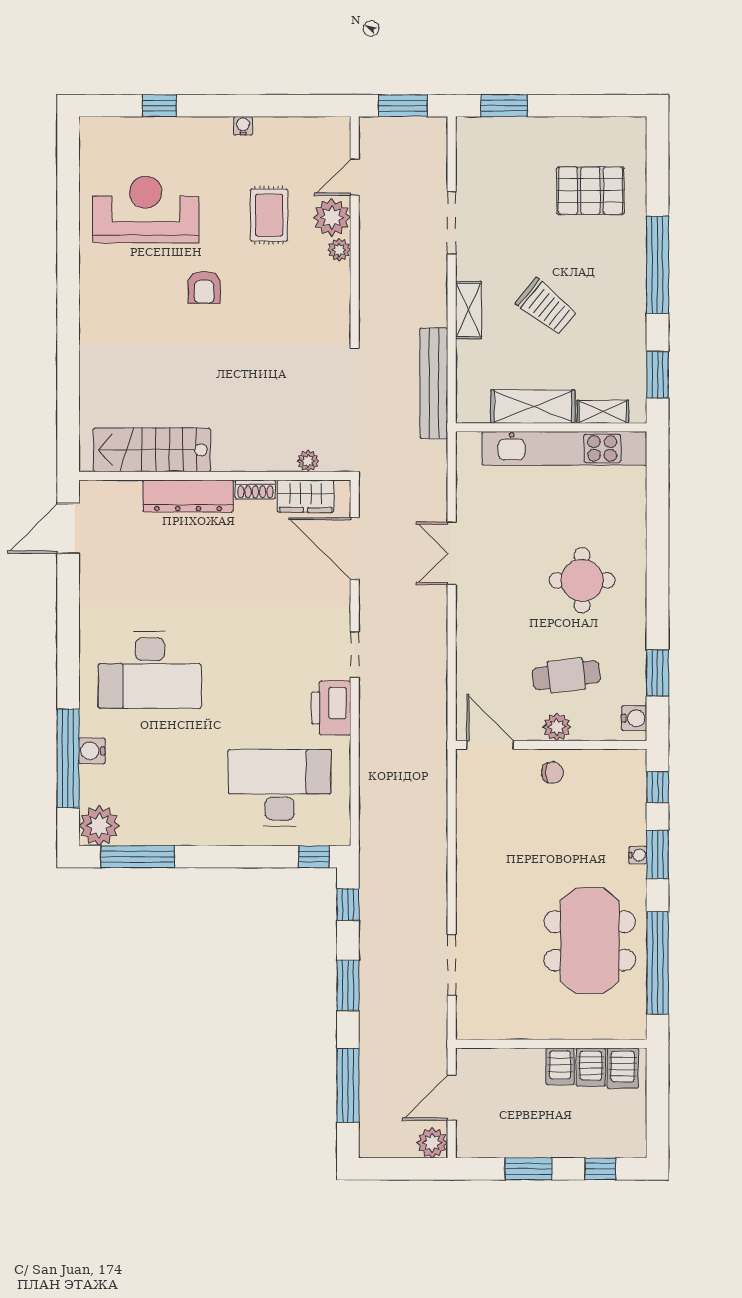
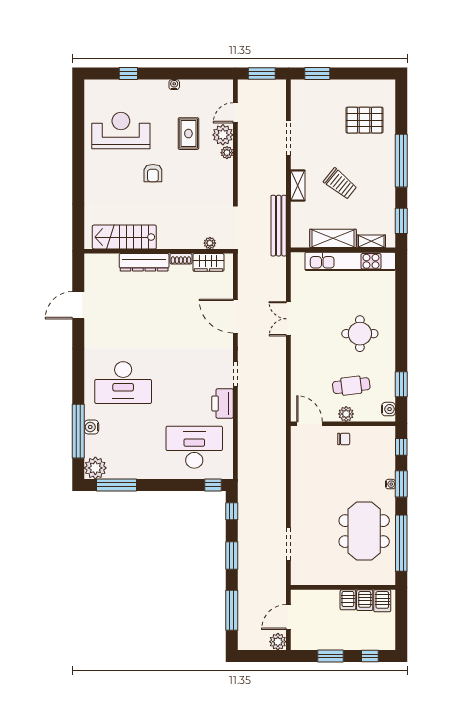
stairs: (152, 450) -> (124, 237), moved
plant: (308, 461) -> (210, 243), moved
wall: (215, 476) -> (159, 251), moved
shoe rack: (255, 490) -> (181, 259), moved
dresser: (188, 496) -> (144, 262), moved
wardrobe: (306, 496) -> (208, 262), moved

